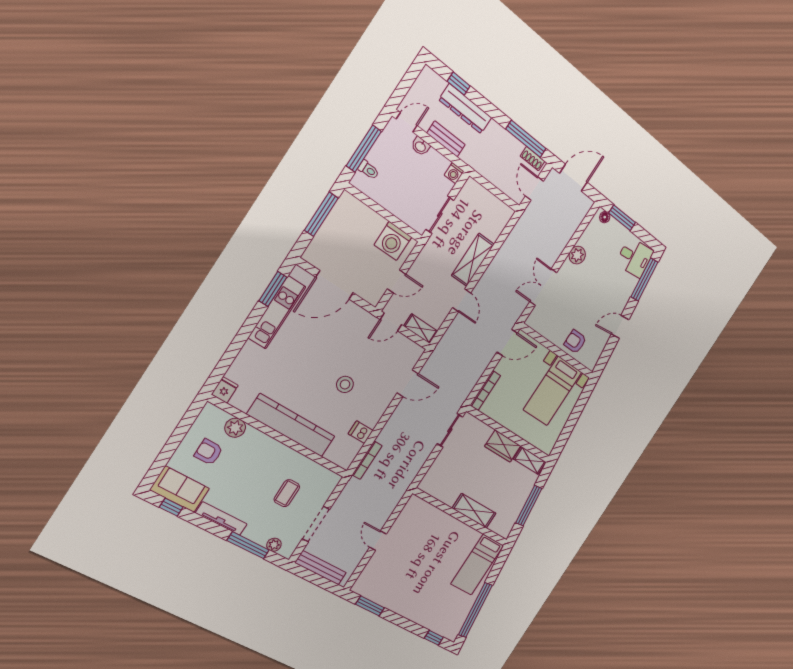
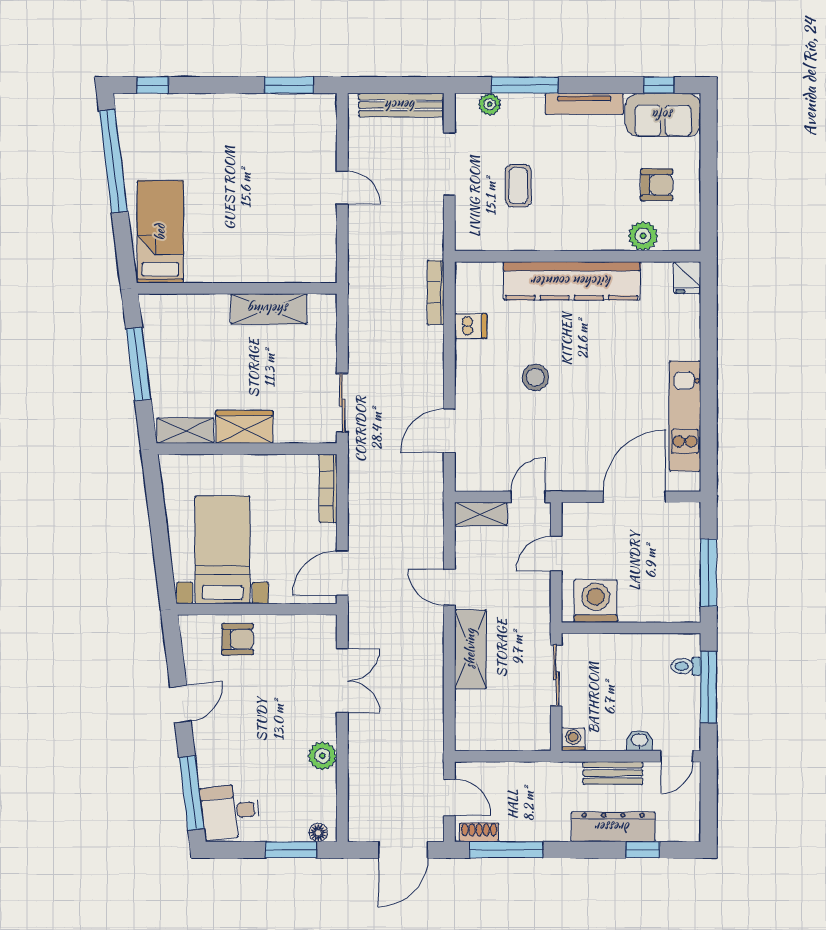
window: (273, 289) -> (709, 442), removed
shelving: (474, 511) -> (269, 309), moved

